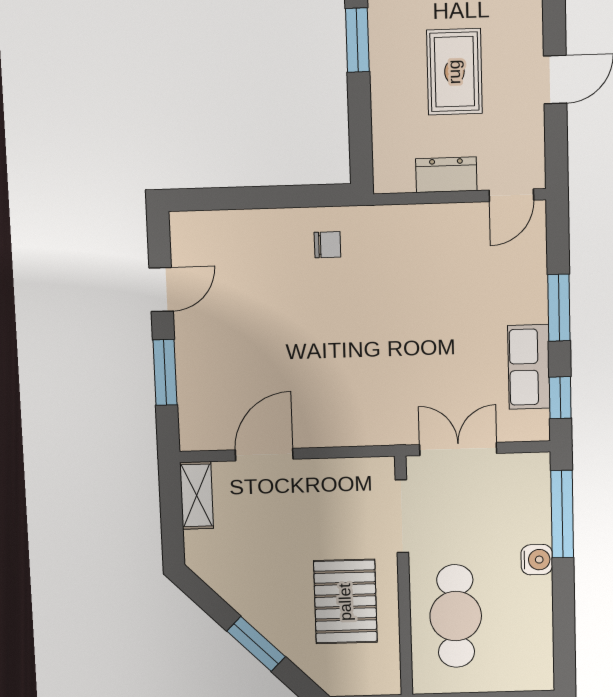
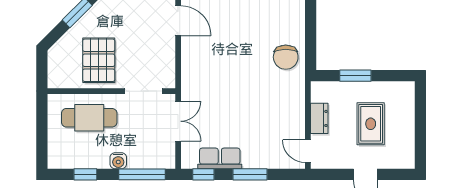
window: (357, 40) -> (355, 76), moved
rug: (454, 72) -> (371, 124), turned 90
chair: (327, 245) -> (286, 57), width x1.87, depth x1.87
pallet: (345, 602) -> (99, 60), turned 90
window: (564, 620) -> (85, 174), added

